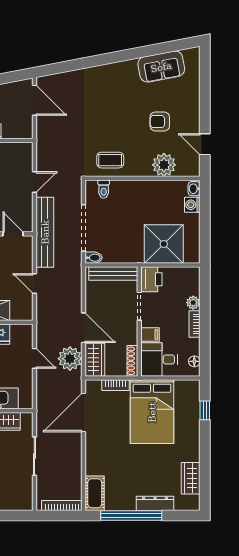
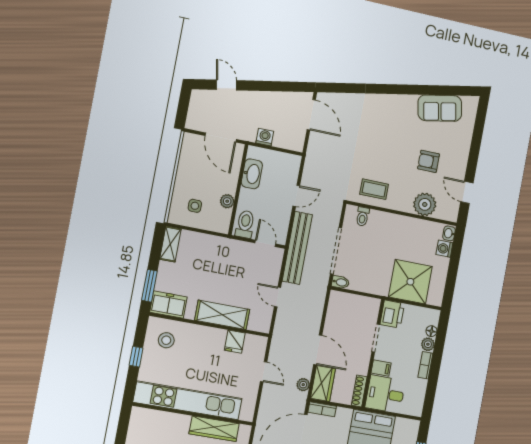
bench: (113, 273) -> (357, 301), removed
plant: (70, 359) -> (303, 385), width x0.53, depth x0.53
floor lamp: (194, 361) -> (431, 331), moved
bookcase: (115, 385) -> (322, 409), moved

